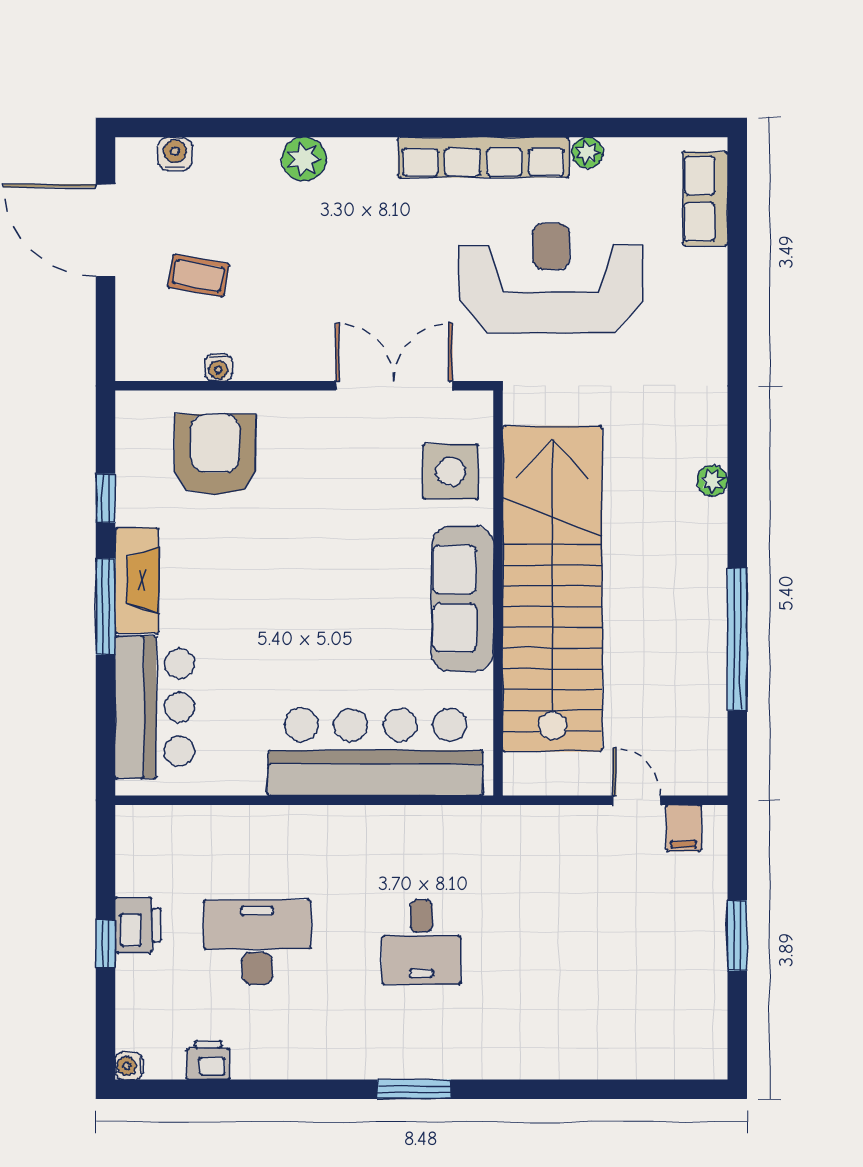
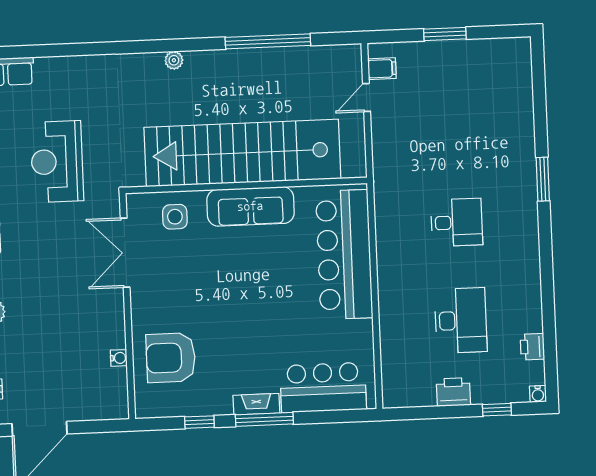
coffee table: (198, 276) -> (64, 372), removed
reception desk: (551, 278) -> (57, 162), width x0.74, depth x0.77
side table: (451, 472) -> (175, 217), width x0.73, depth x0.73
fireplace: (137, 580) -> (256, 404), width x0.73, depth x0.76
desk: (257, 942) -> (461, 320), turned 180
window: (105, 944) -> (497, 410), moved
window: (414, 1089) -> (543, 179), moved

